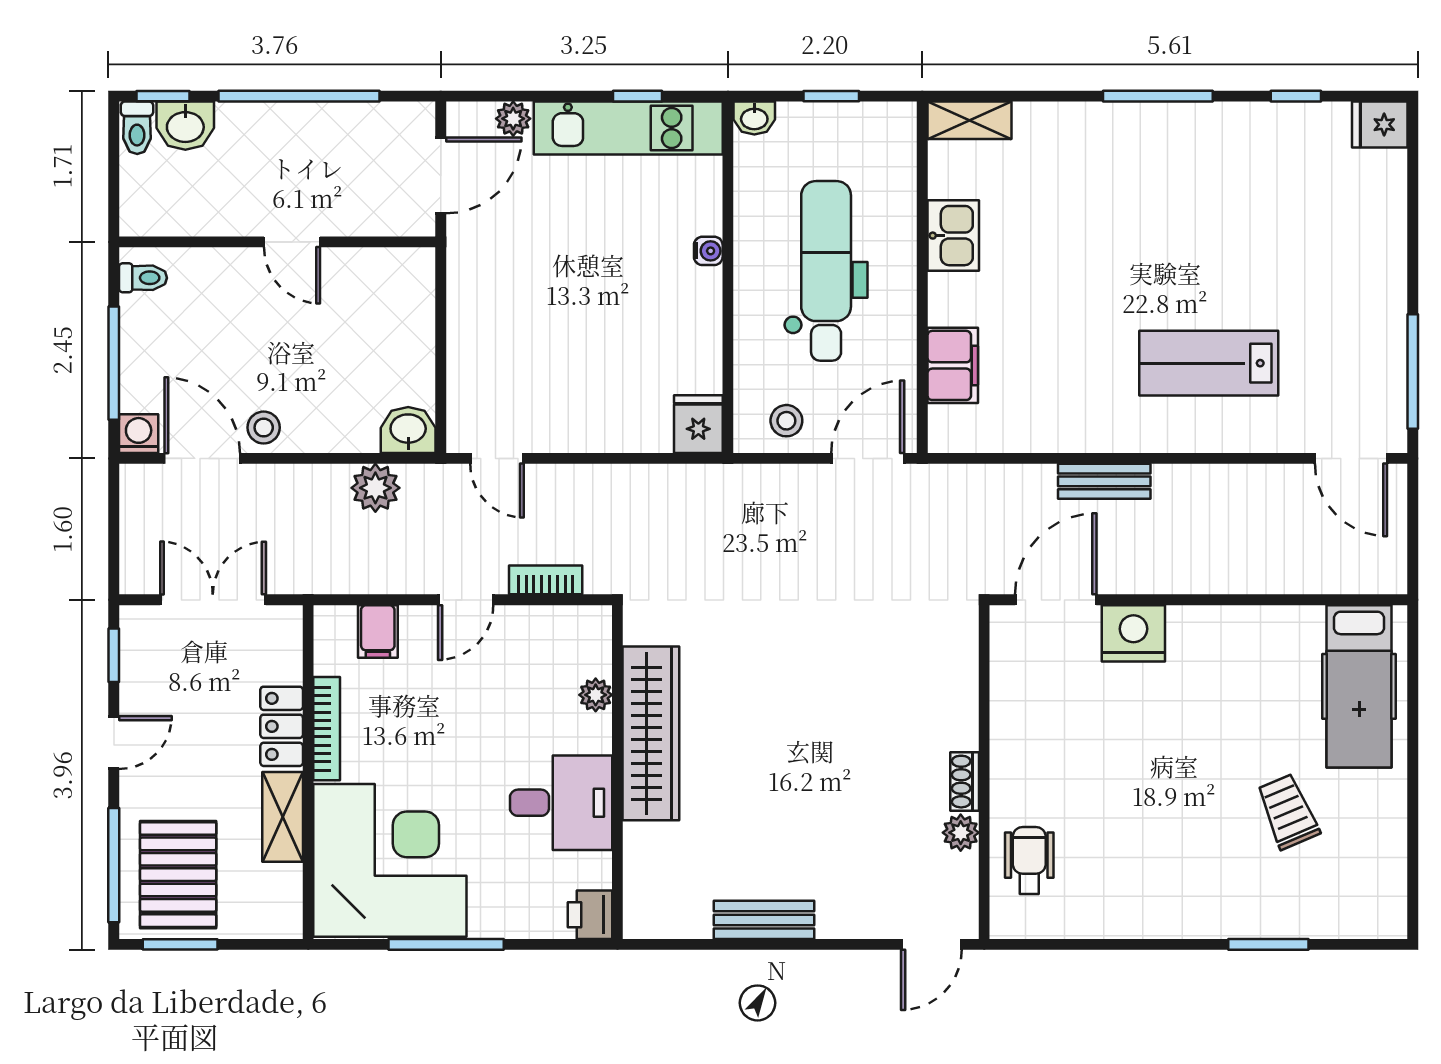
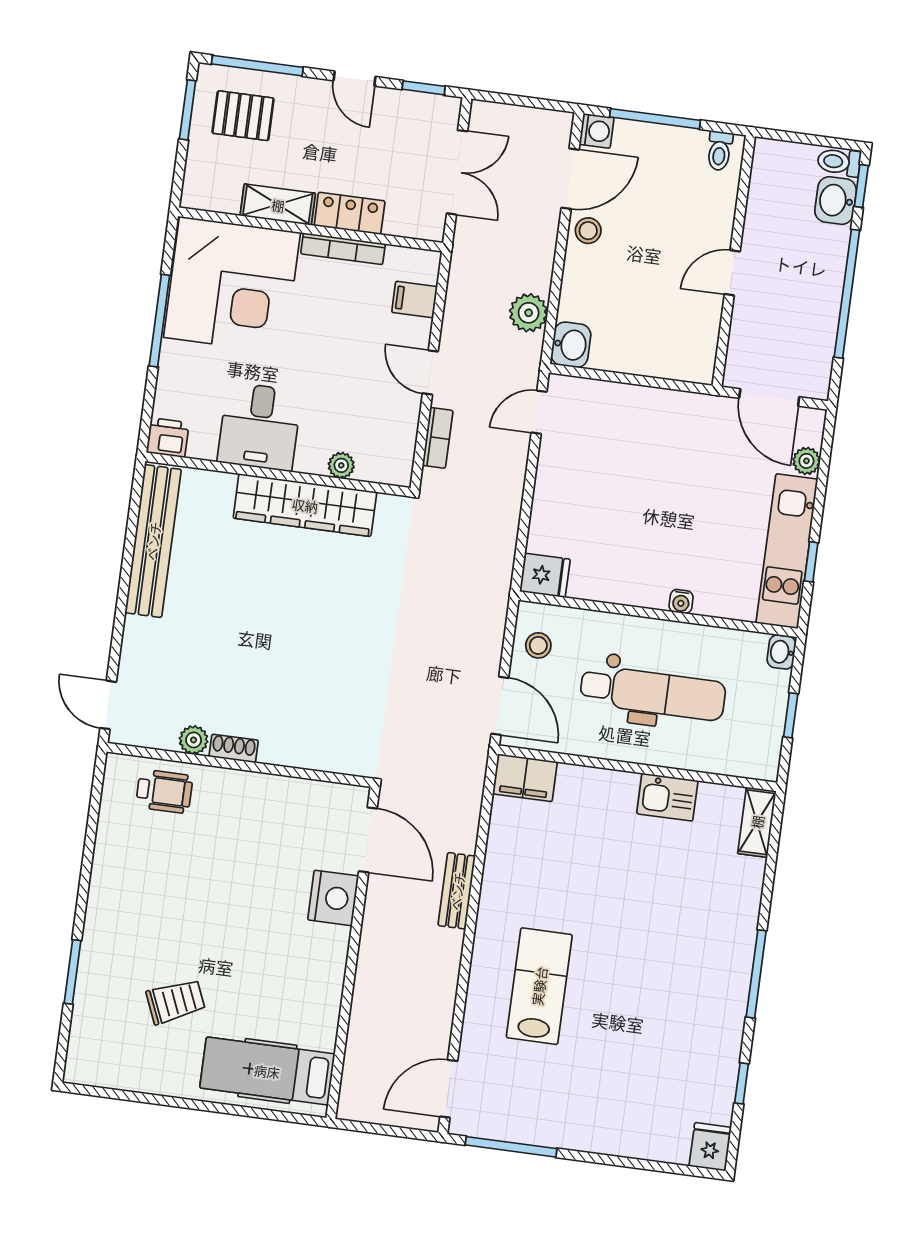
filing cabinet: (953, 365) -> (525, 778), moved
pallet: (178, 875) -> (243, 116), width x0.67, depth x0.71
bench: (764, 920) -> (153, 541), width x1.86, depth x1.21

